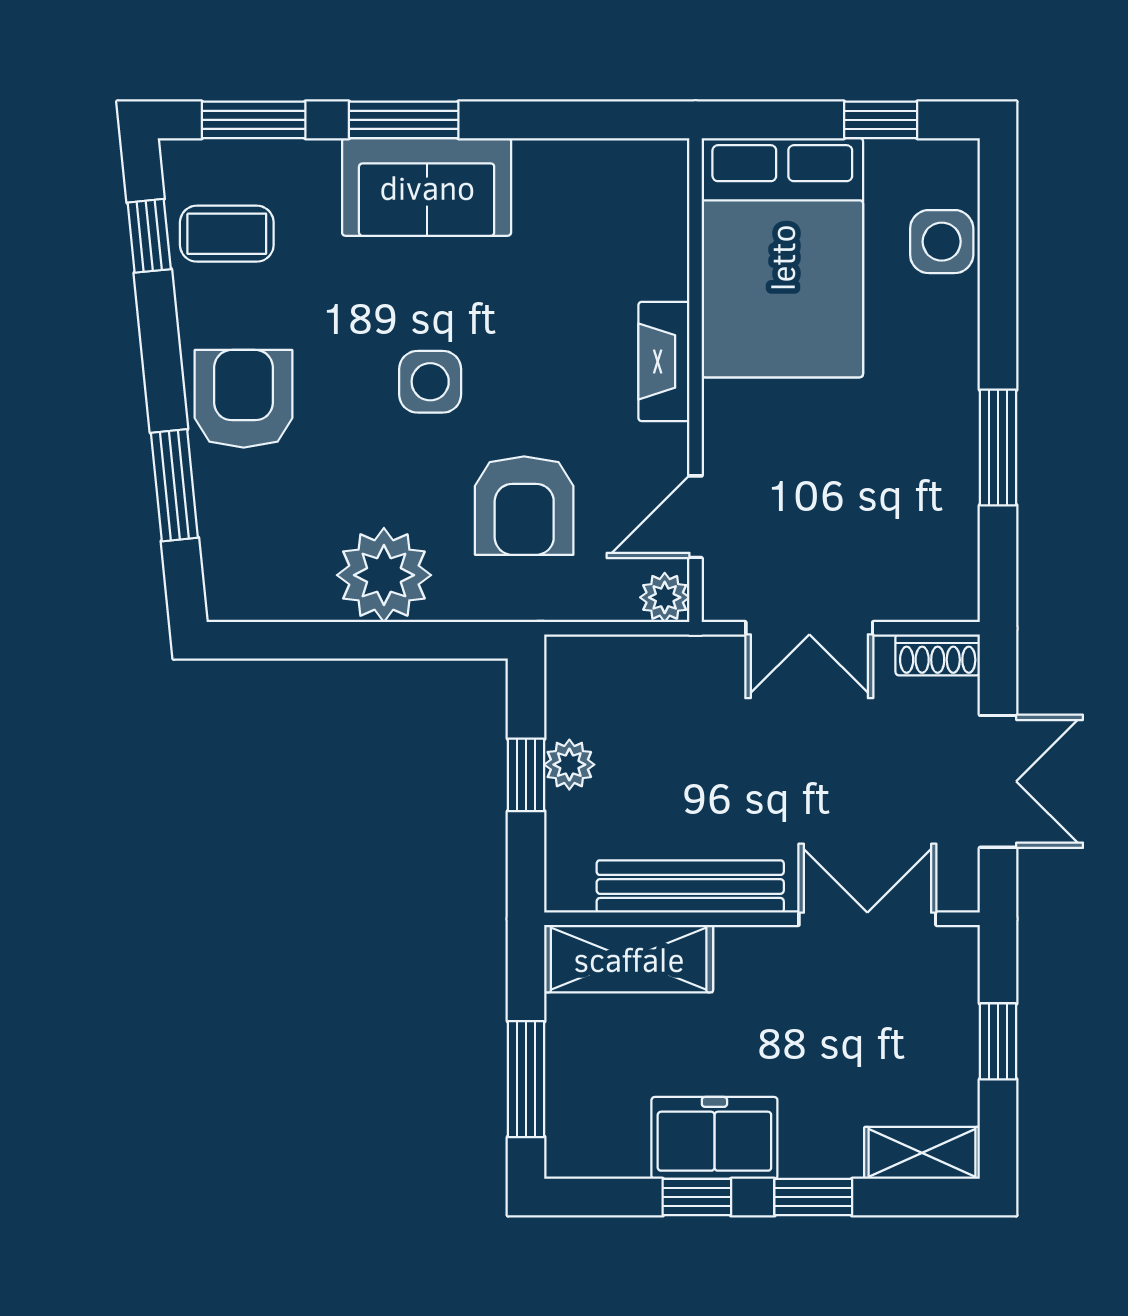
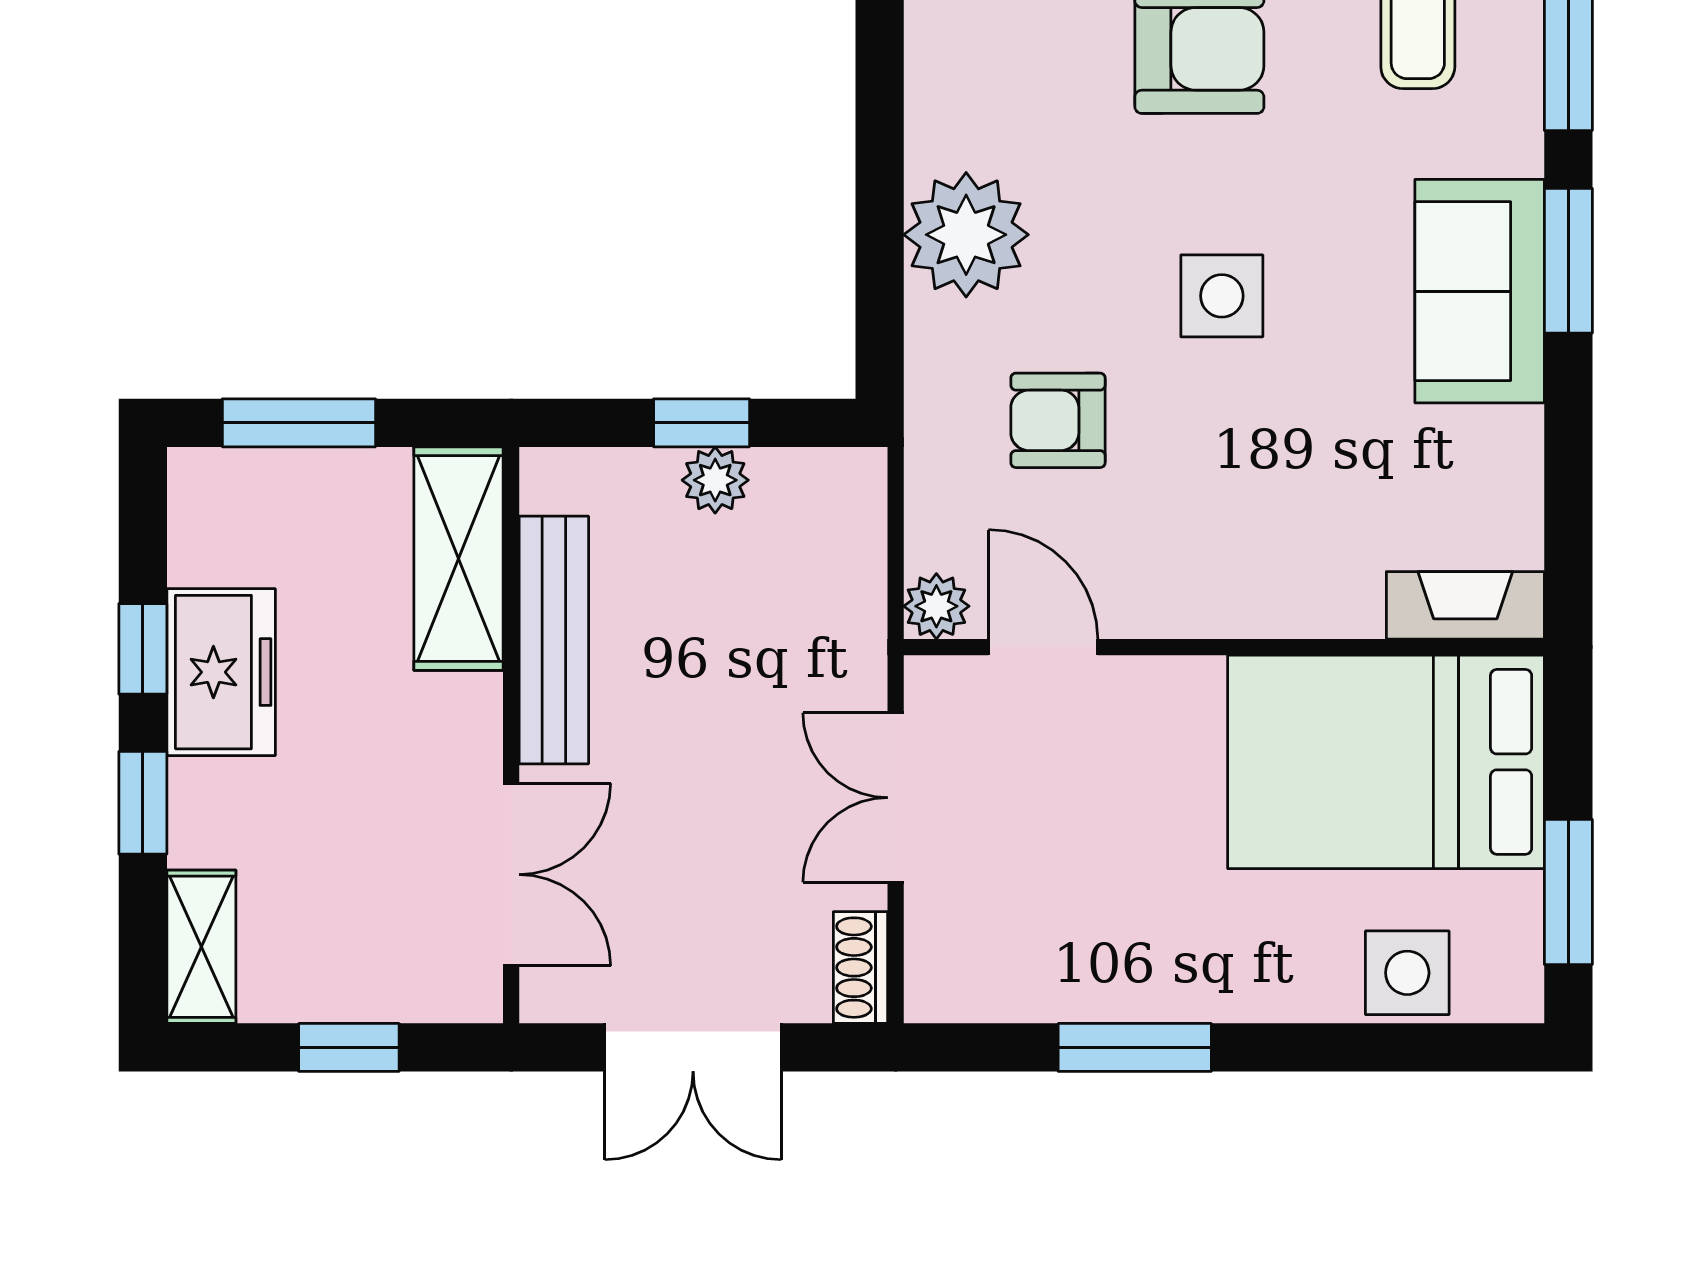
window: (881, 120) -> (1568, 892), width x1.50
fireplace: (664, 361) -> (1465, 605), moved
armchair: (524, 506) -> (1058, 420), width x0.72, depth x0.72

